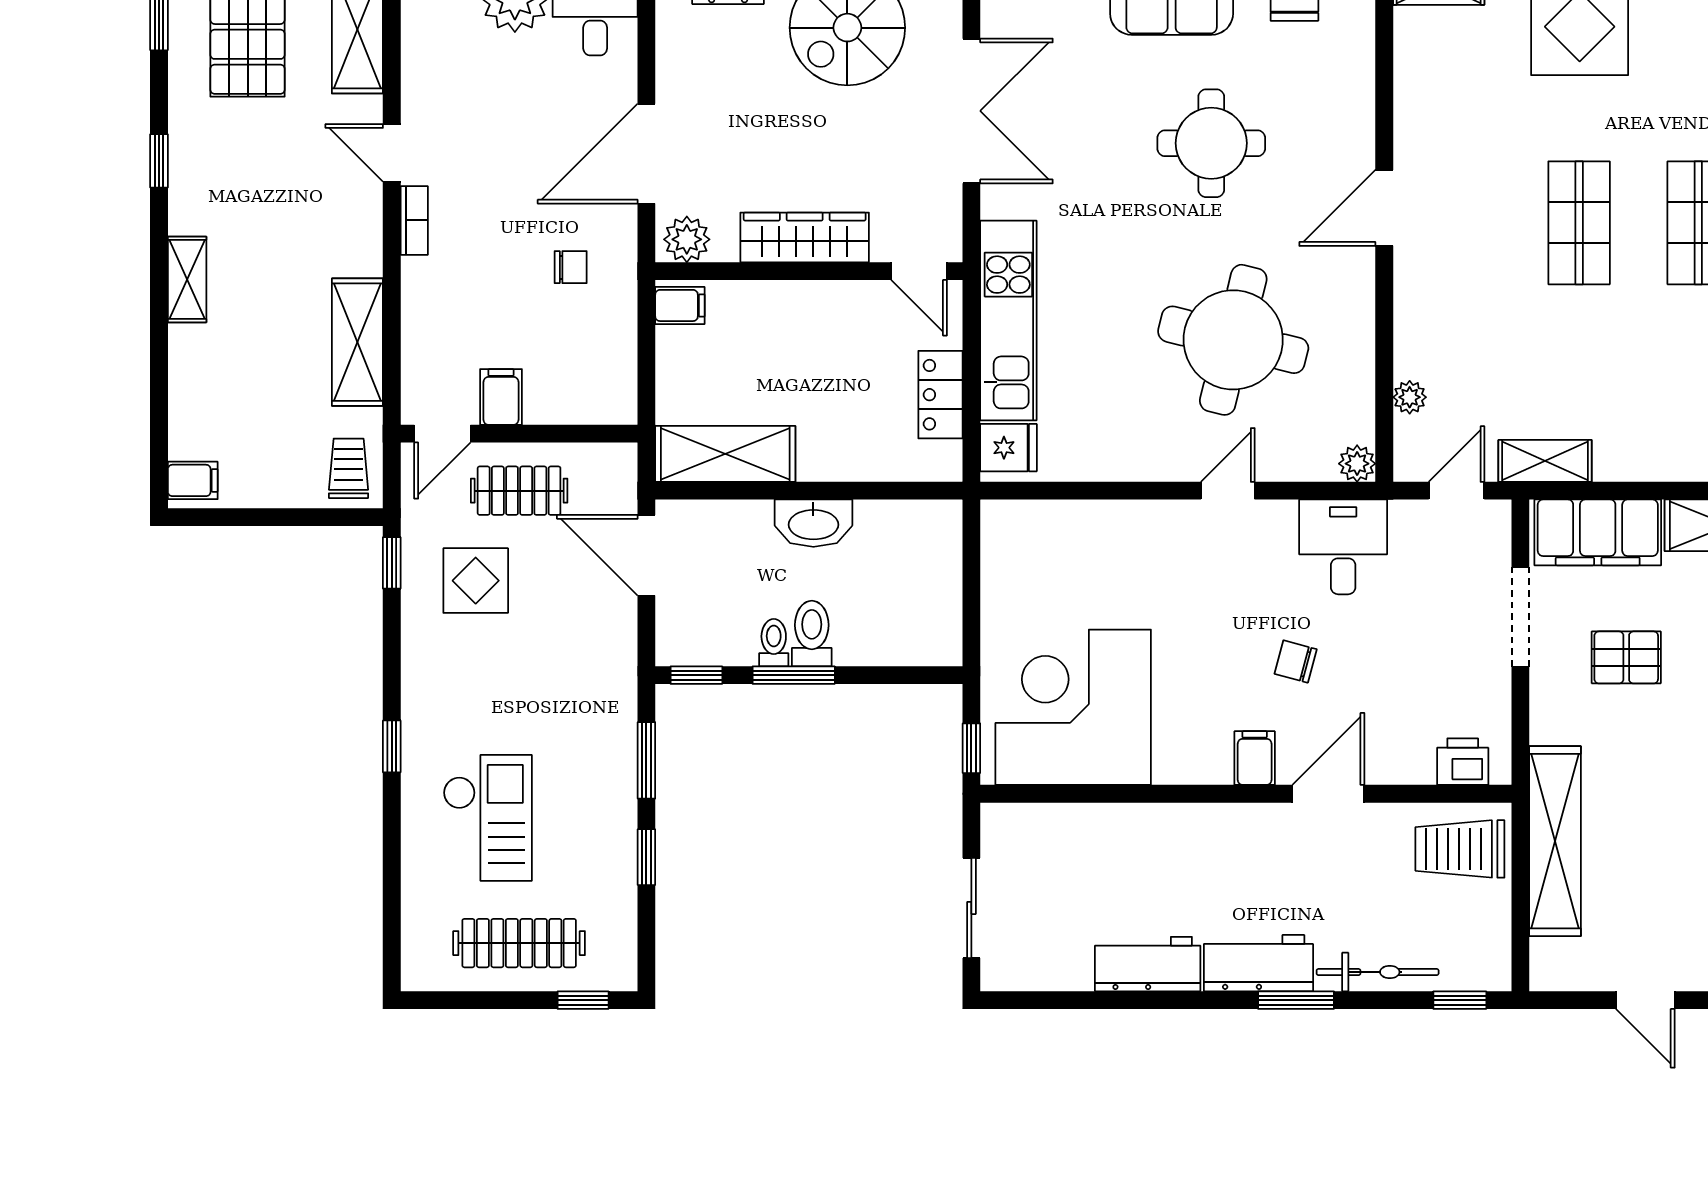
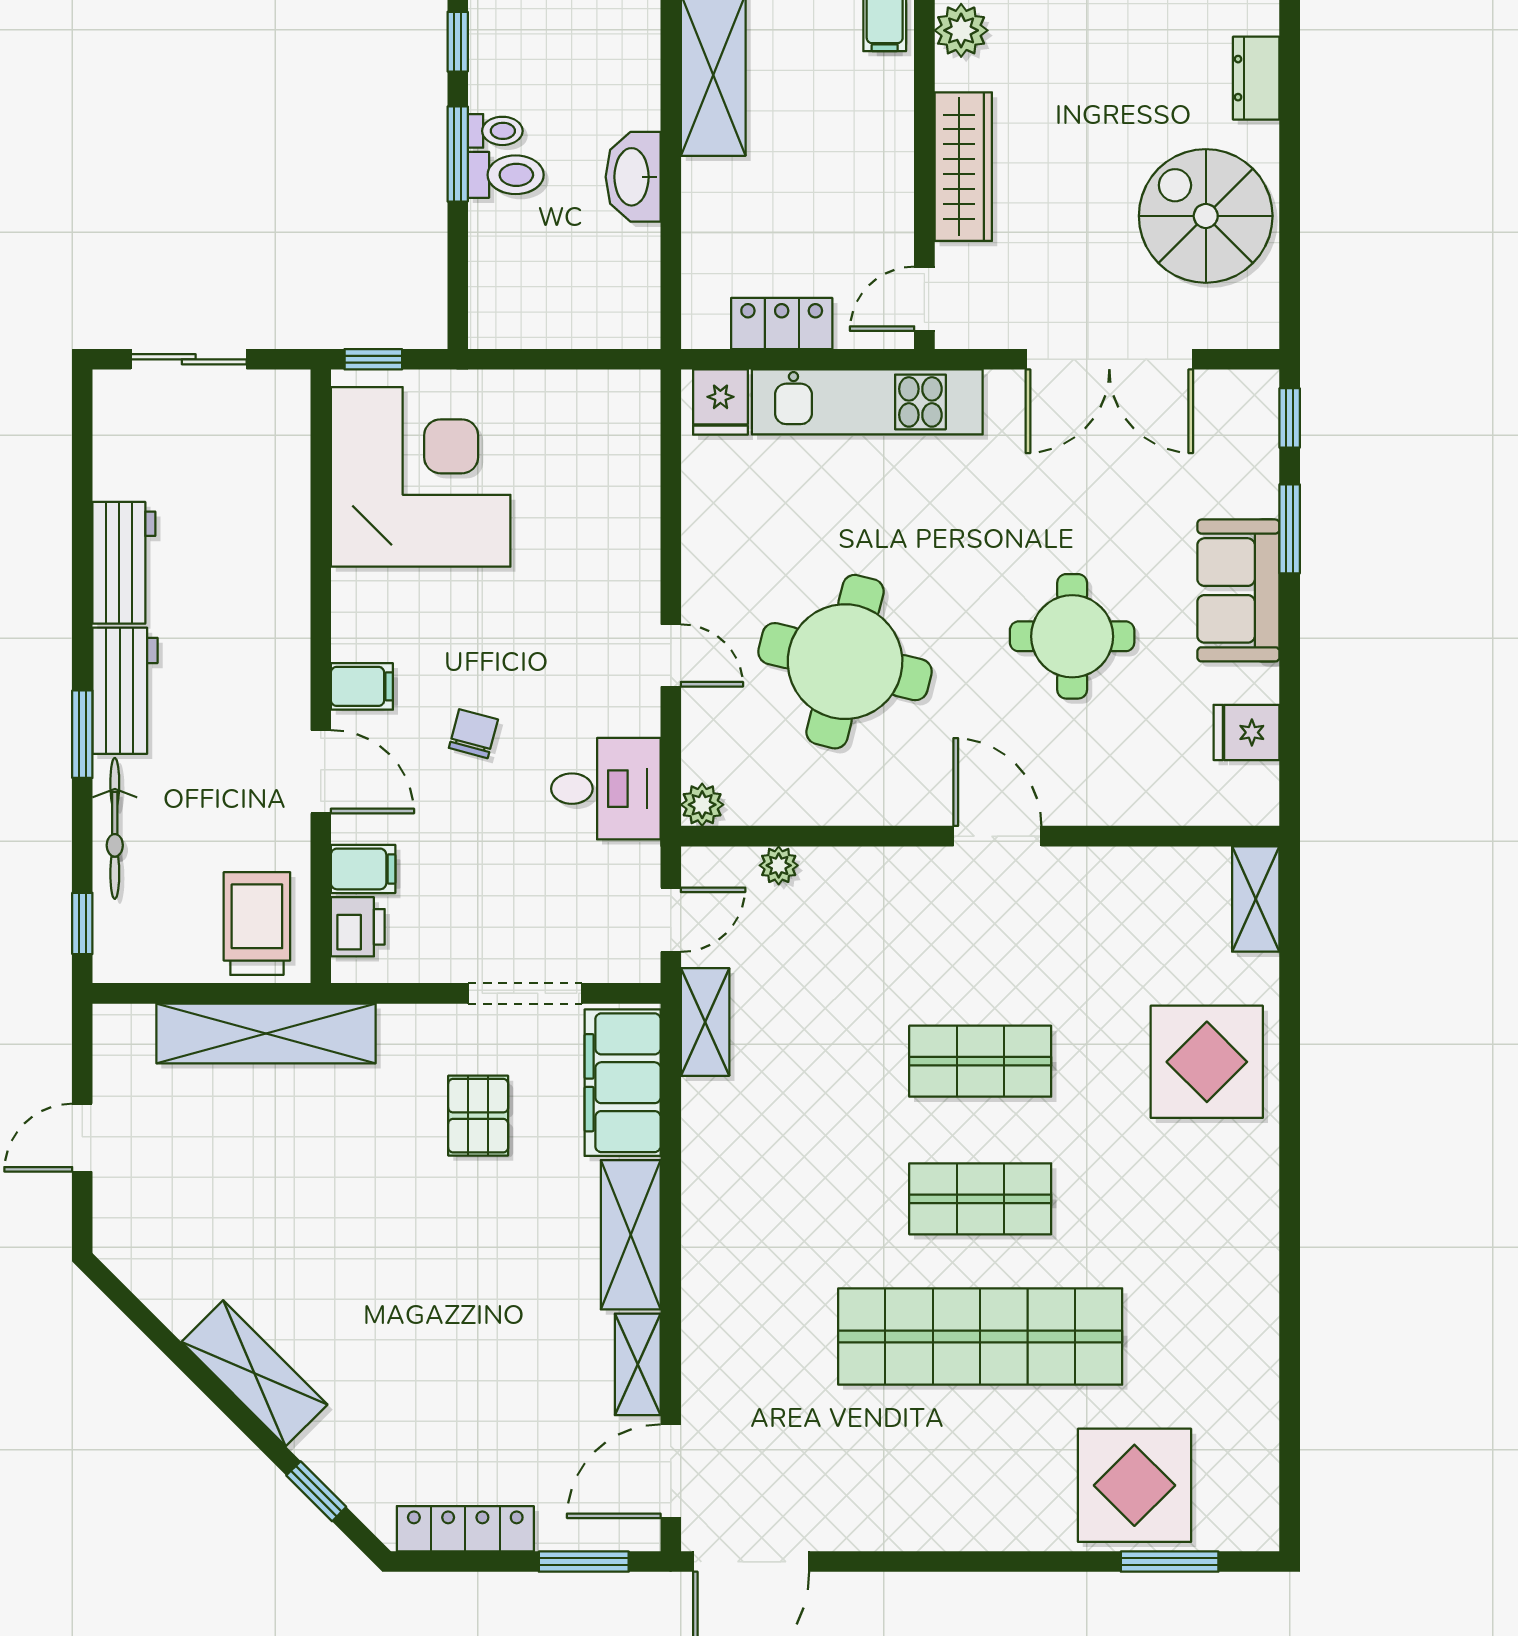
door: (1457, 491) -> (671, 920), hinge flipped
filing cabinet: (1413, 757) -> (363, 869), added

